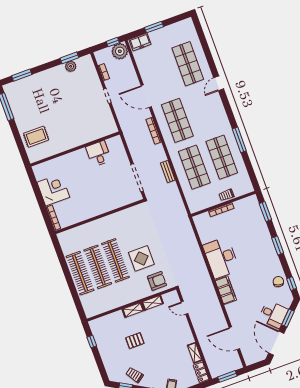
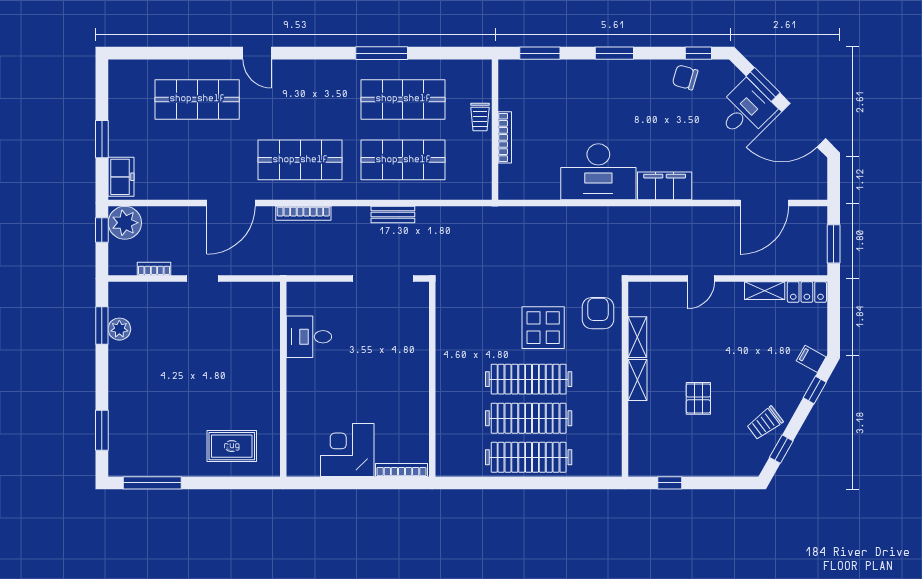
rug: (36, 137) -> (232, 446), turned 90
door: (185, 308) -> (701, 279), moved

